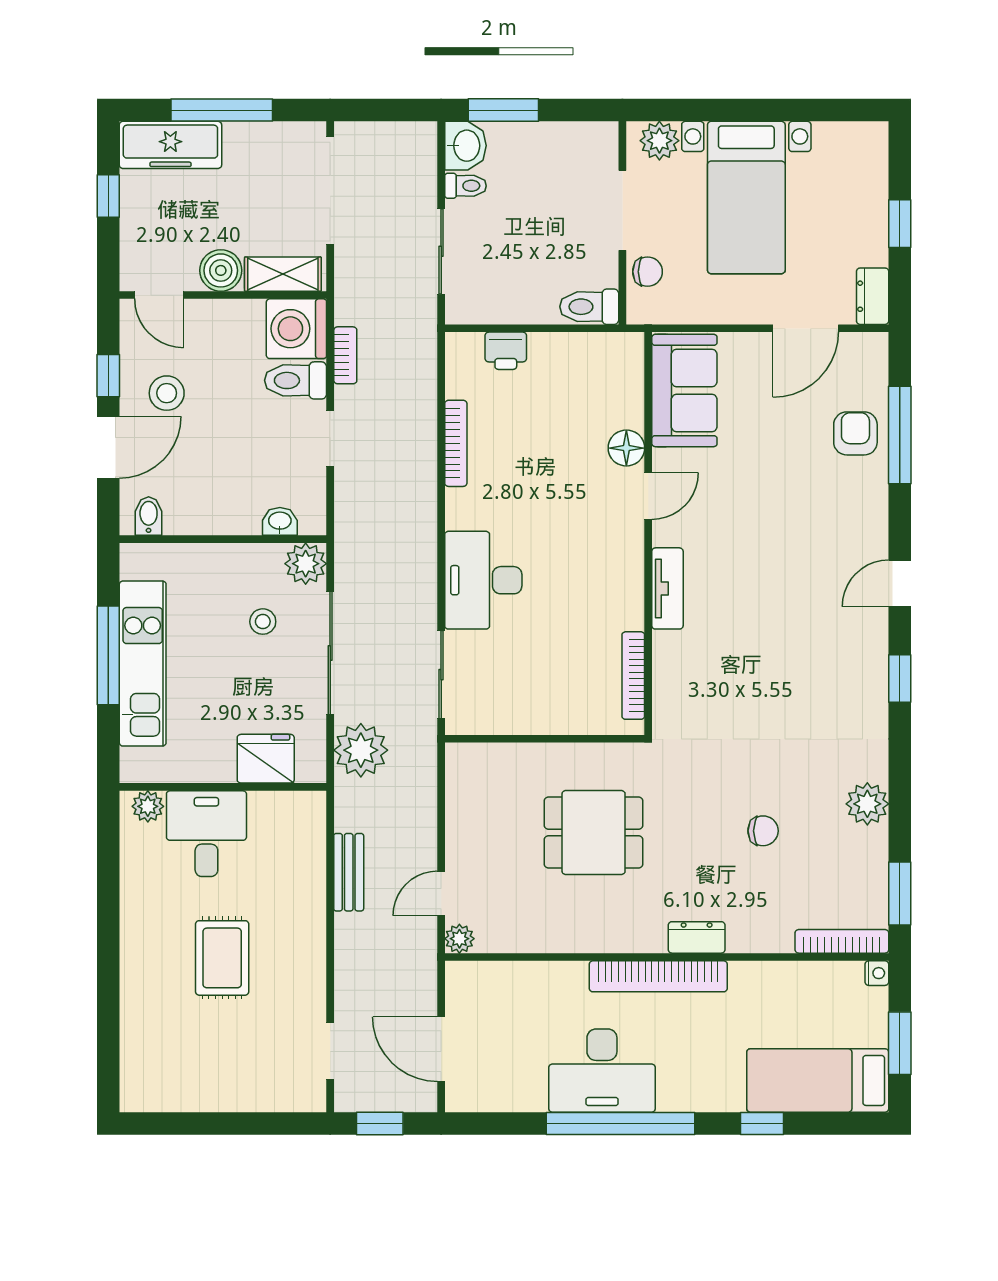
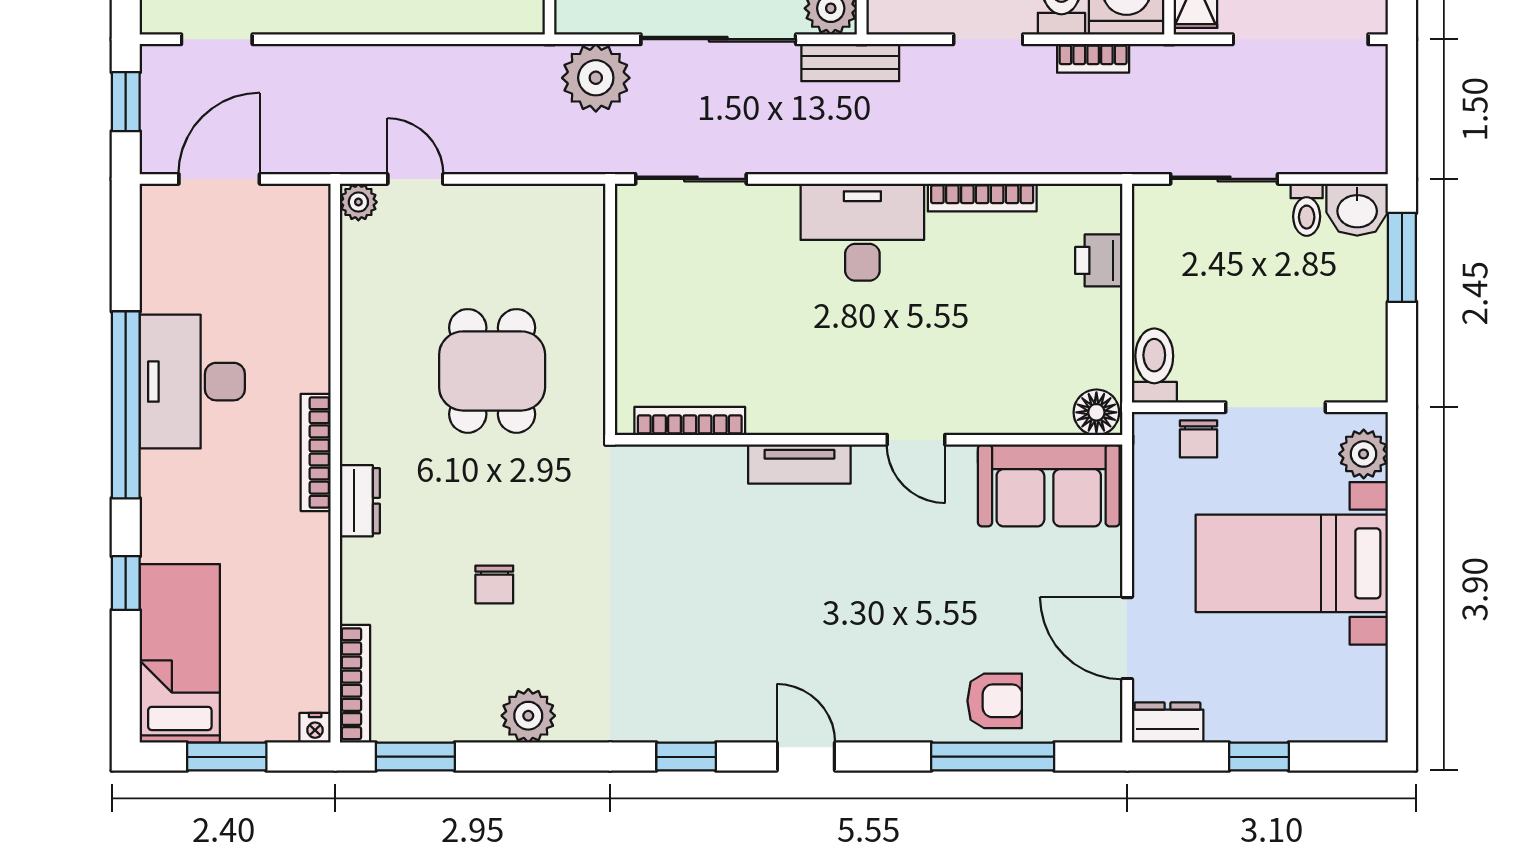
floor lamp: (626, 448) -> (1096, 412), moved
desk: (483, 580) -> (862, 232), moved
bench: (349, 872) -> (850, 63), moved
bookcase: (658, 976) -> (316, 452), width x0.68, depth x0.76

